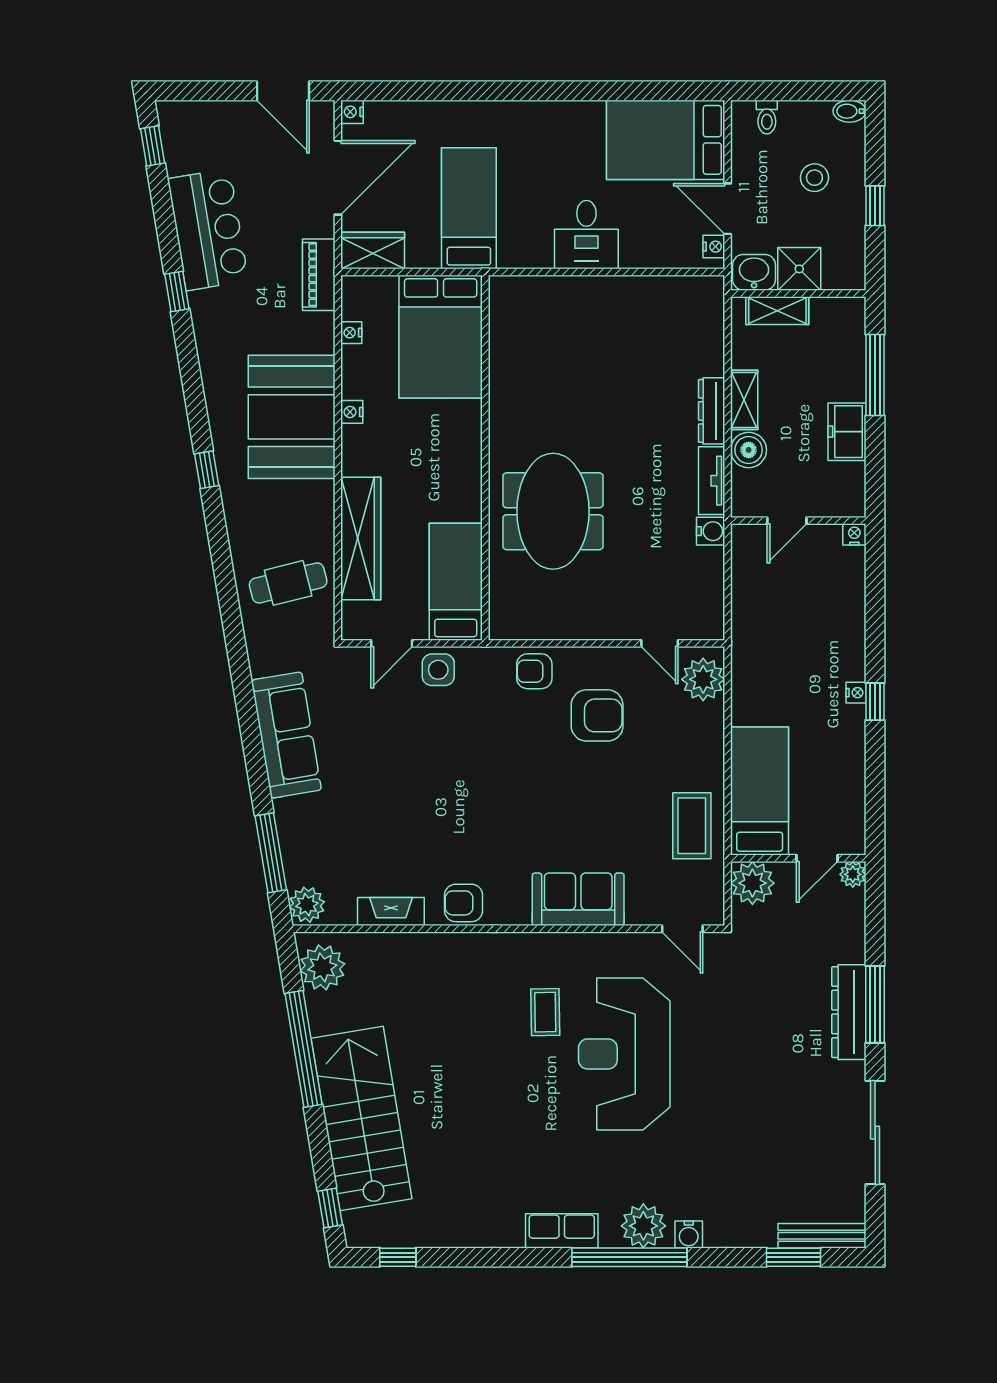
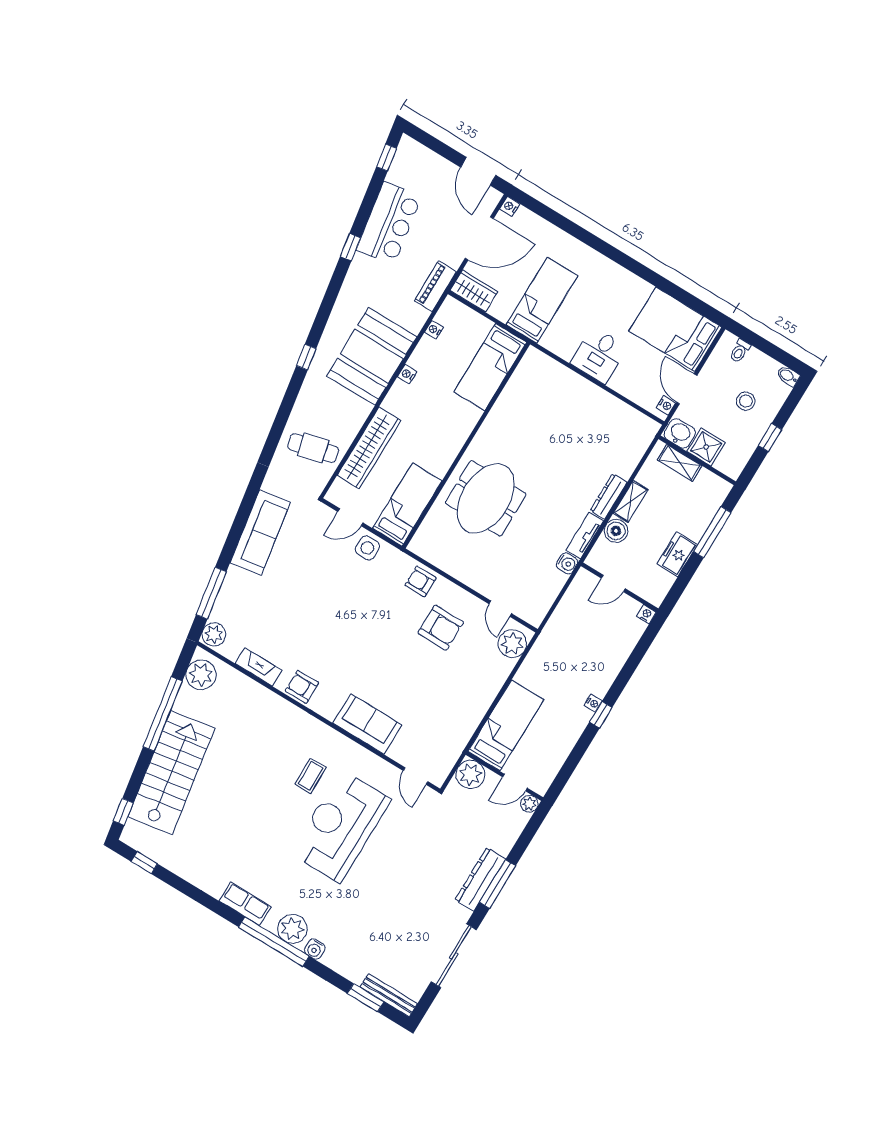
bed: (441, 337) -> (490, 367), width x0.67
coffee table: (692, 826) -> (456, 722), removed

